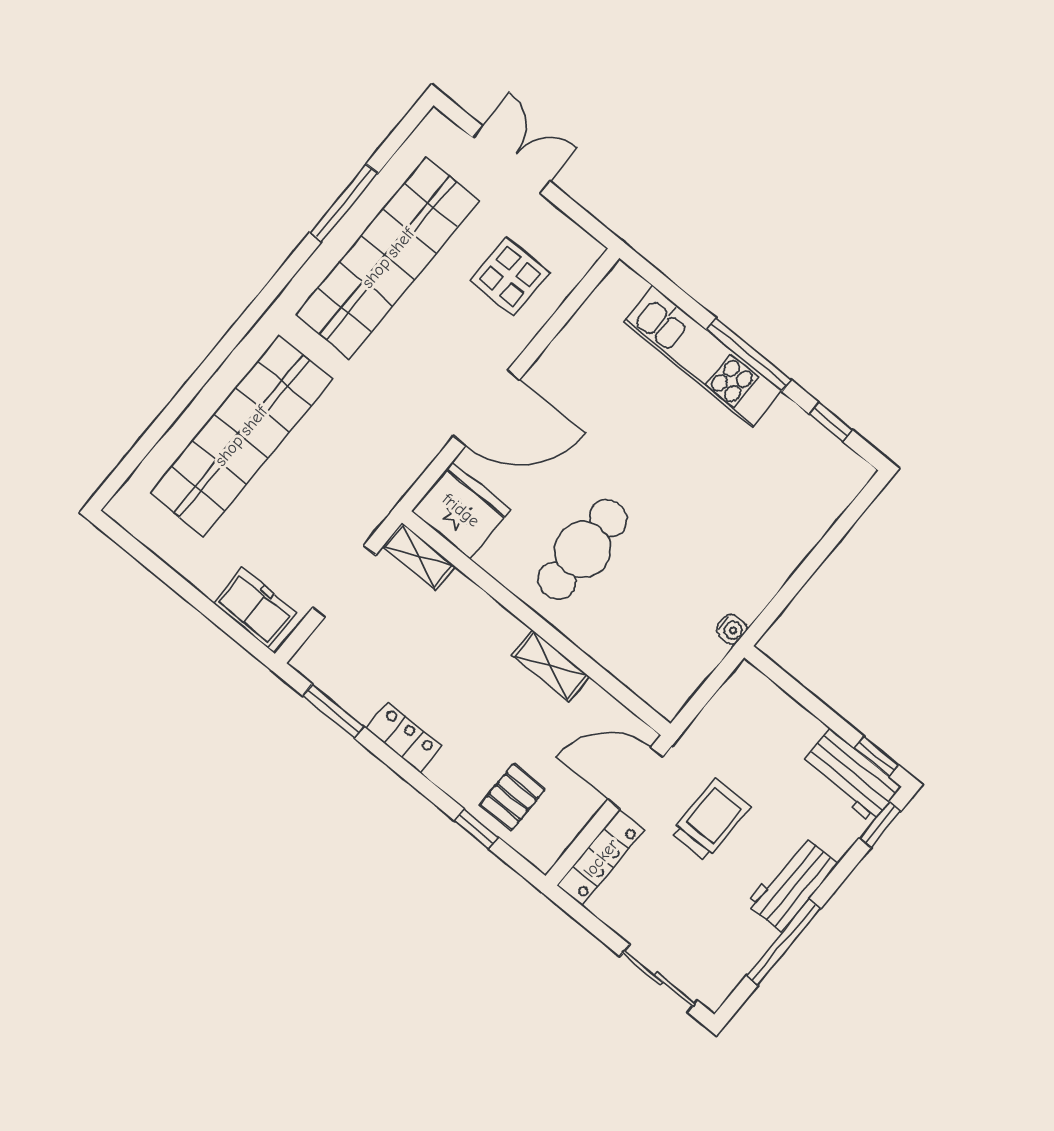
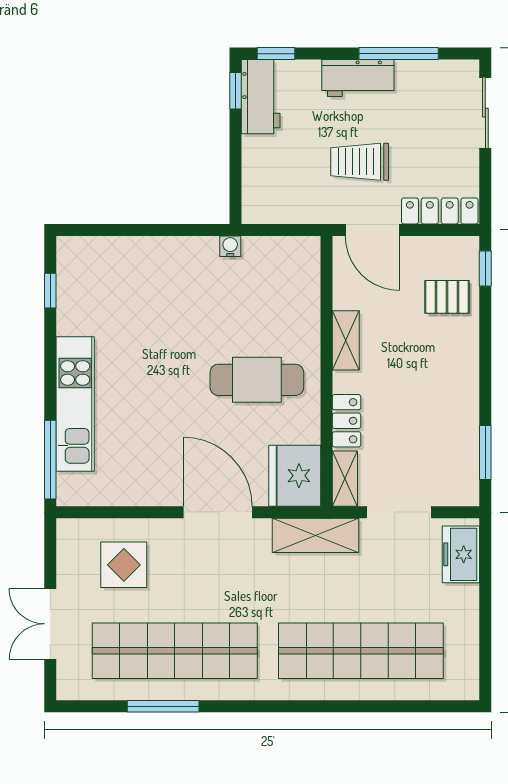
window: (749, 355) -> (50, 460), moved
shelving: (387, 483) -> (316, 535), added
locker: (404, 737) -> (347, 421), moved, turned 180
window: (476, 829) -> (485, 268), moved

